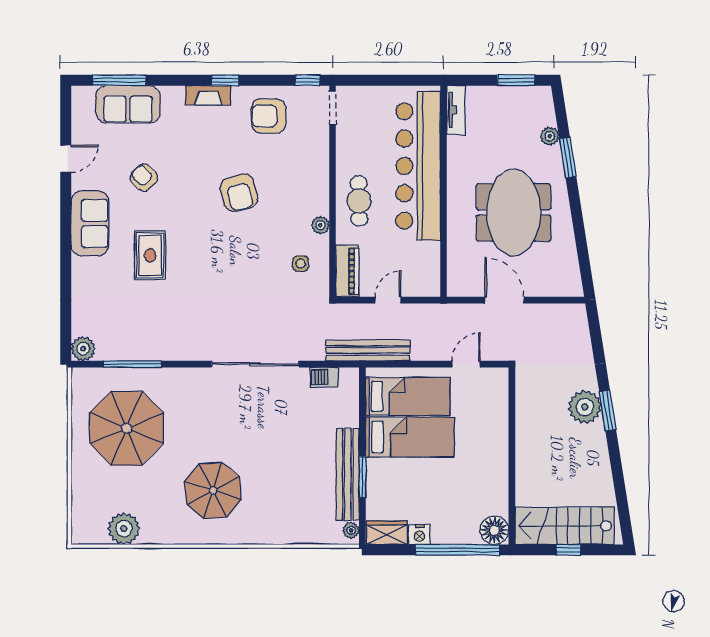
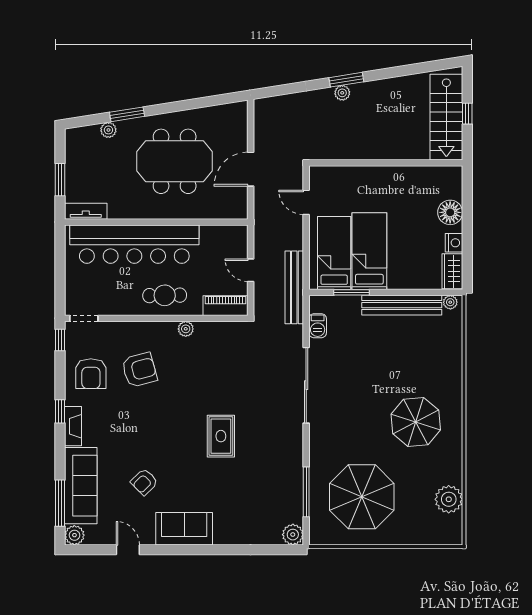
window: (516, 80) -> (60, 180), moved
plant: (82, 97) -> (74, 535), added
sofa: (128, 104) -> (81, 486), width x1.36
armchair: (239, 193) -> (139, 370), moved
rug: (150, 255) -> (221, 436), moved, turned 90
side table: (301, 264) -> (219, 346), removed
plant: (585, 407) -> (342, 93), width x0.53, depth x0.53
window: (362, 477) -> (352, 292), moved
floor lamp: (494, 530) -> (450, 212), moved
window: (458, 550) -> (467, 210), removed

